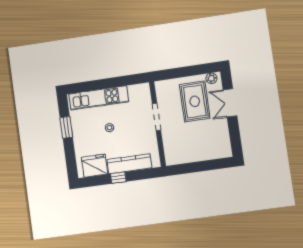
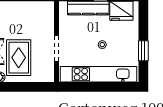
kitchen unit: (99, 98) -> (98, 74), width x1.36

